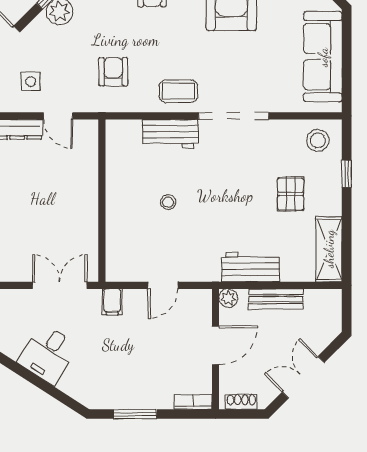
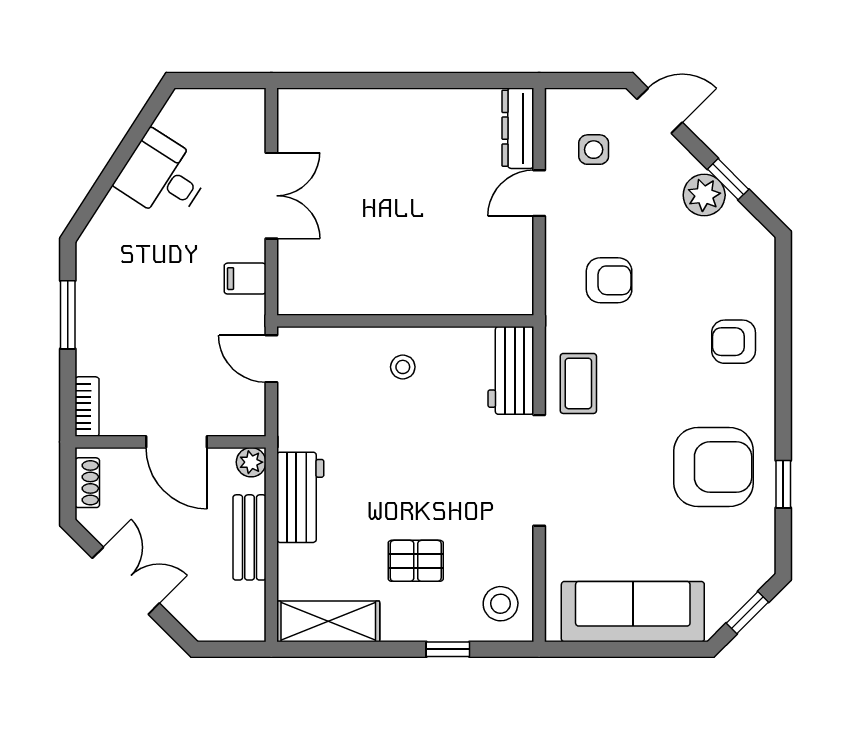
wall: (102, 201) -> (405, 321), moved

